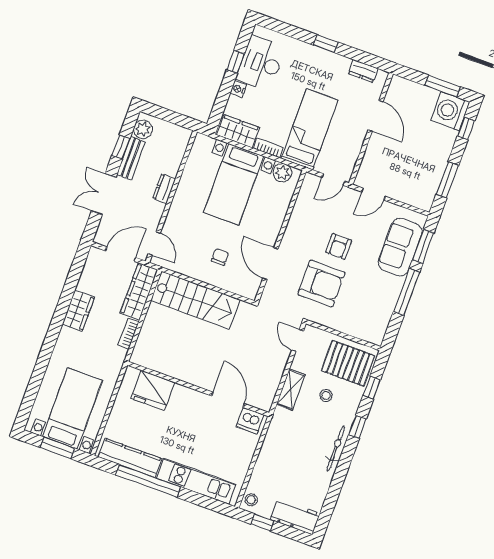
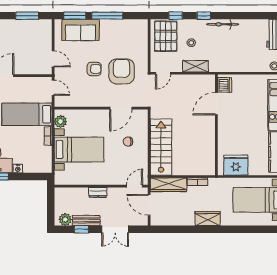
wardrobe: (238, 131) -> (45, 159), removed
wardrobe: (78, 310) -> (208, 219), moved
fridge: (153, 390) -> (236, 165), moved, turned -90

